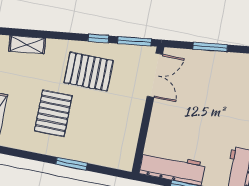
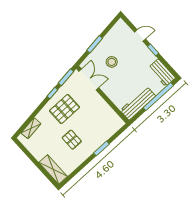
stool: (203, 89) -> (112, 62), added
pallet: (53, 113) -> (72, 140), width x0.67, depth x0.71

